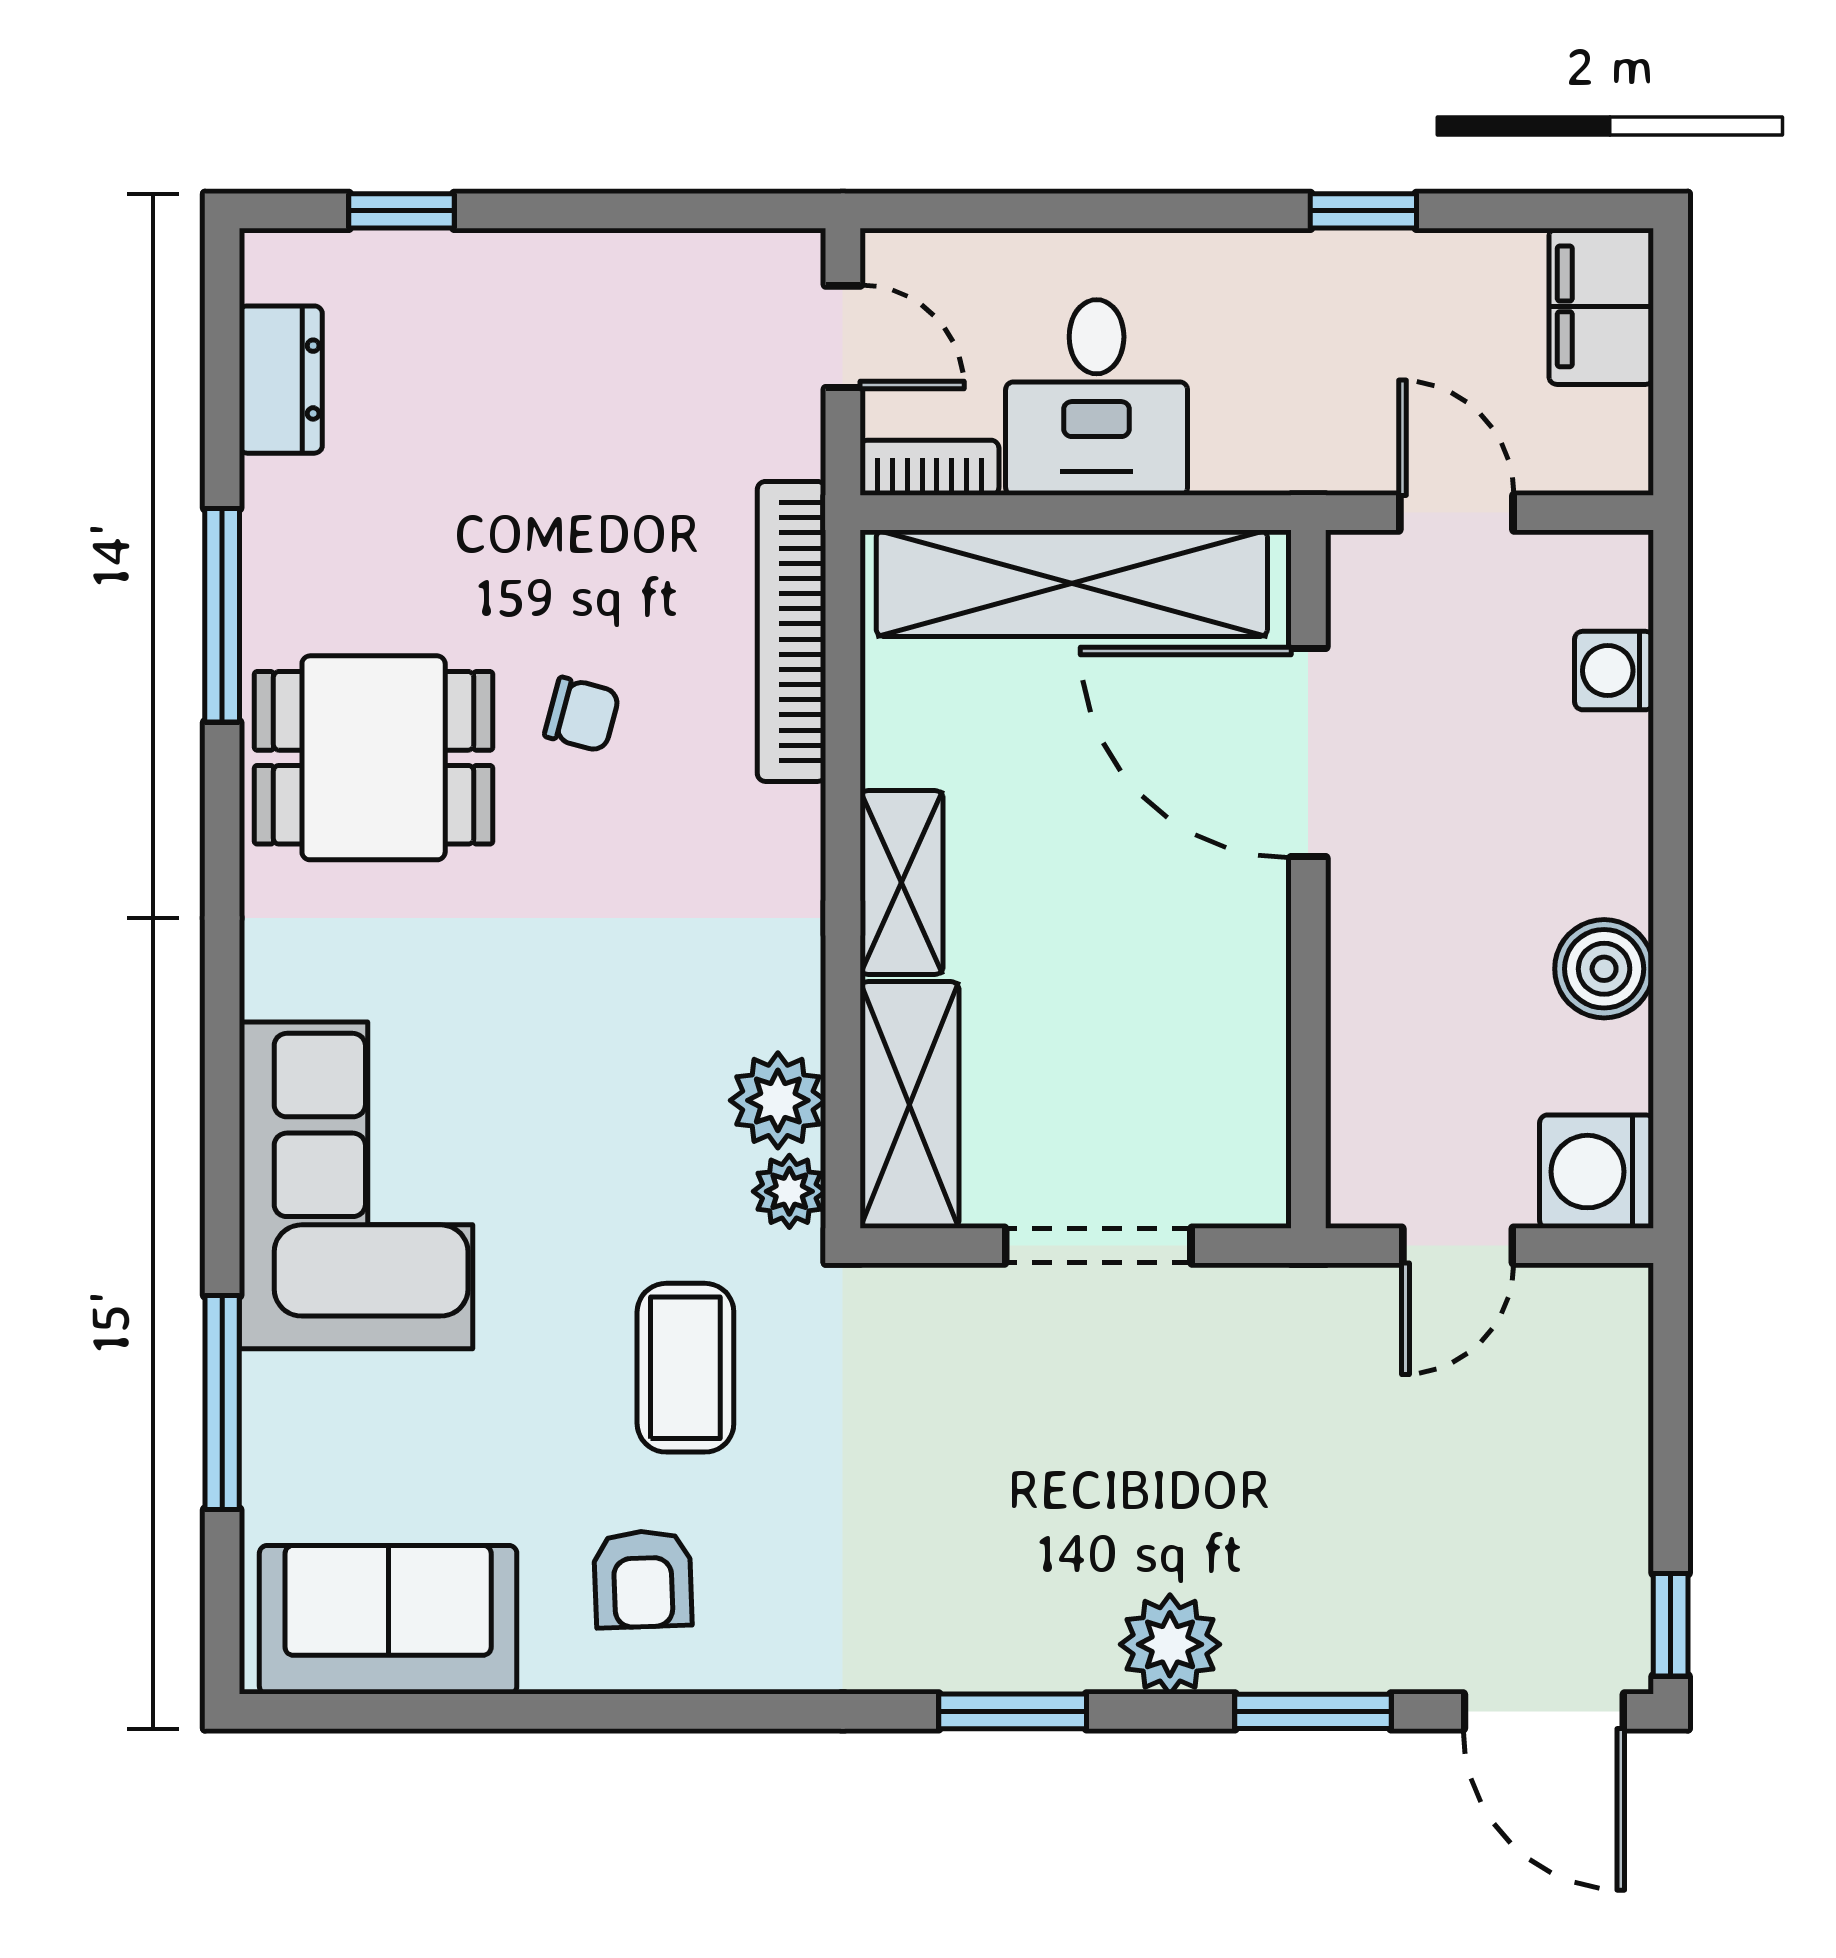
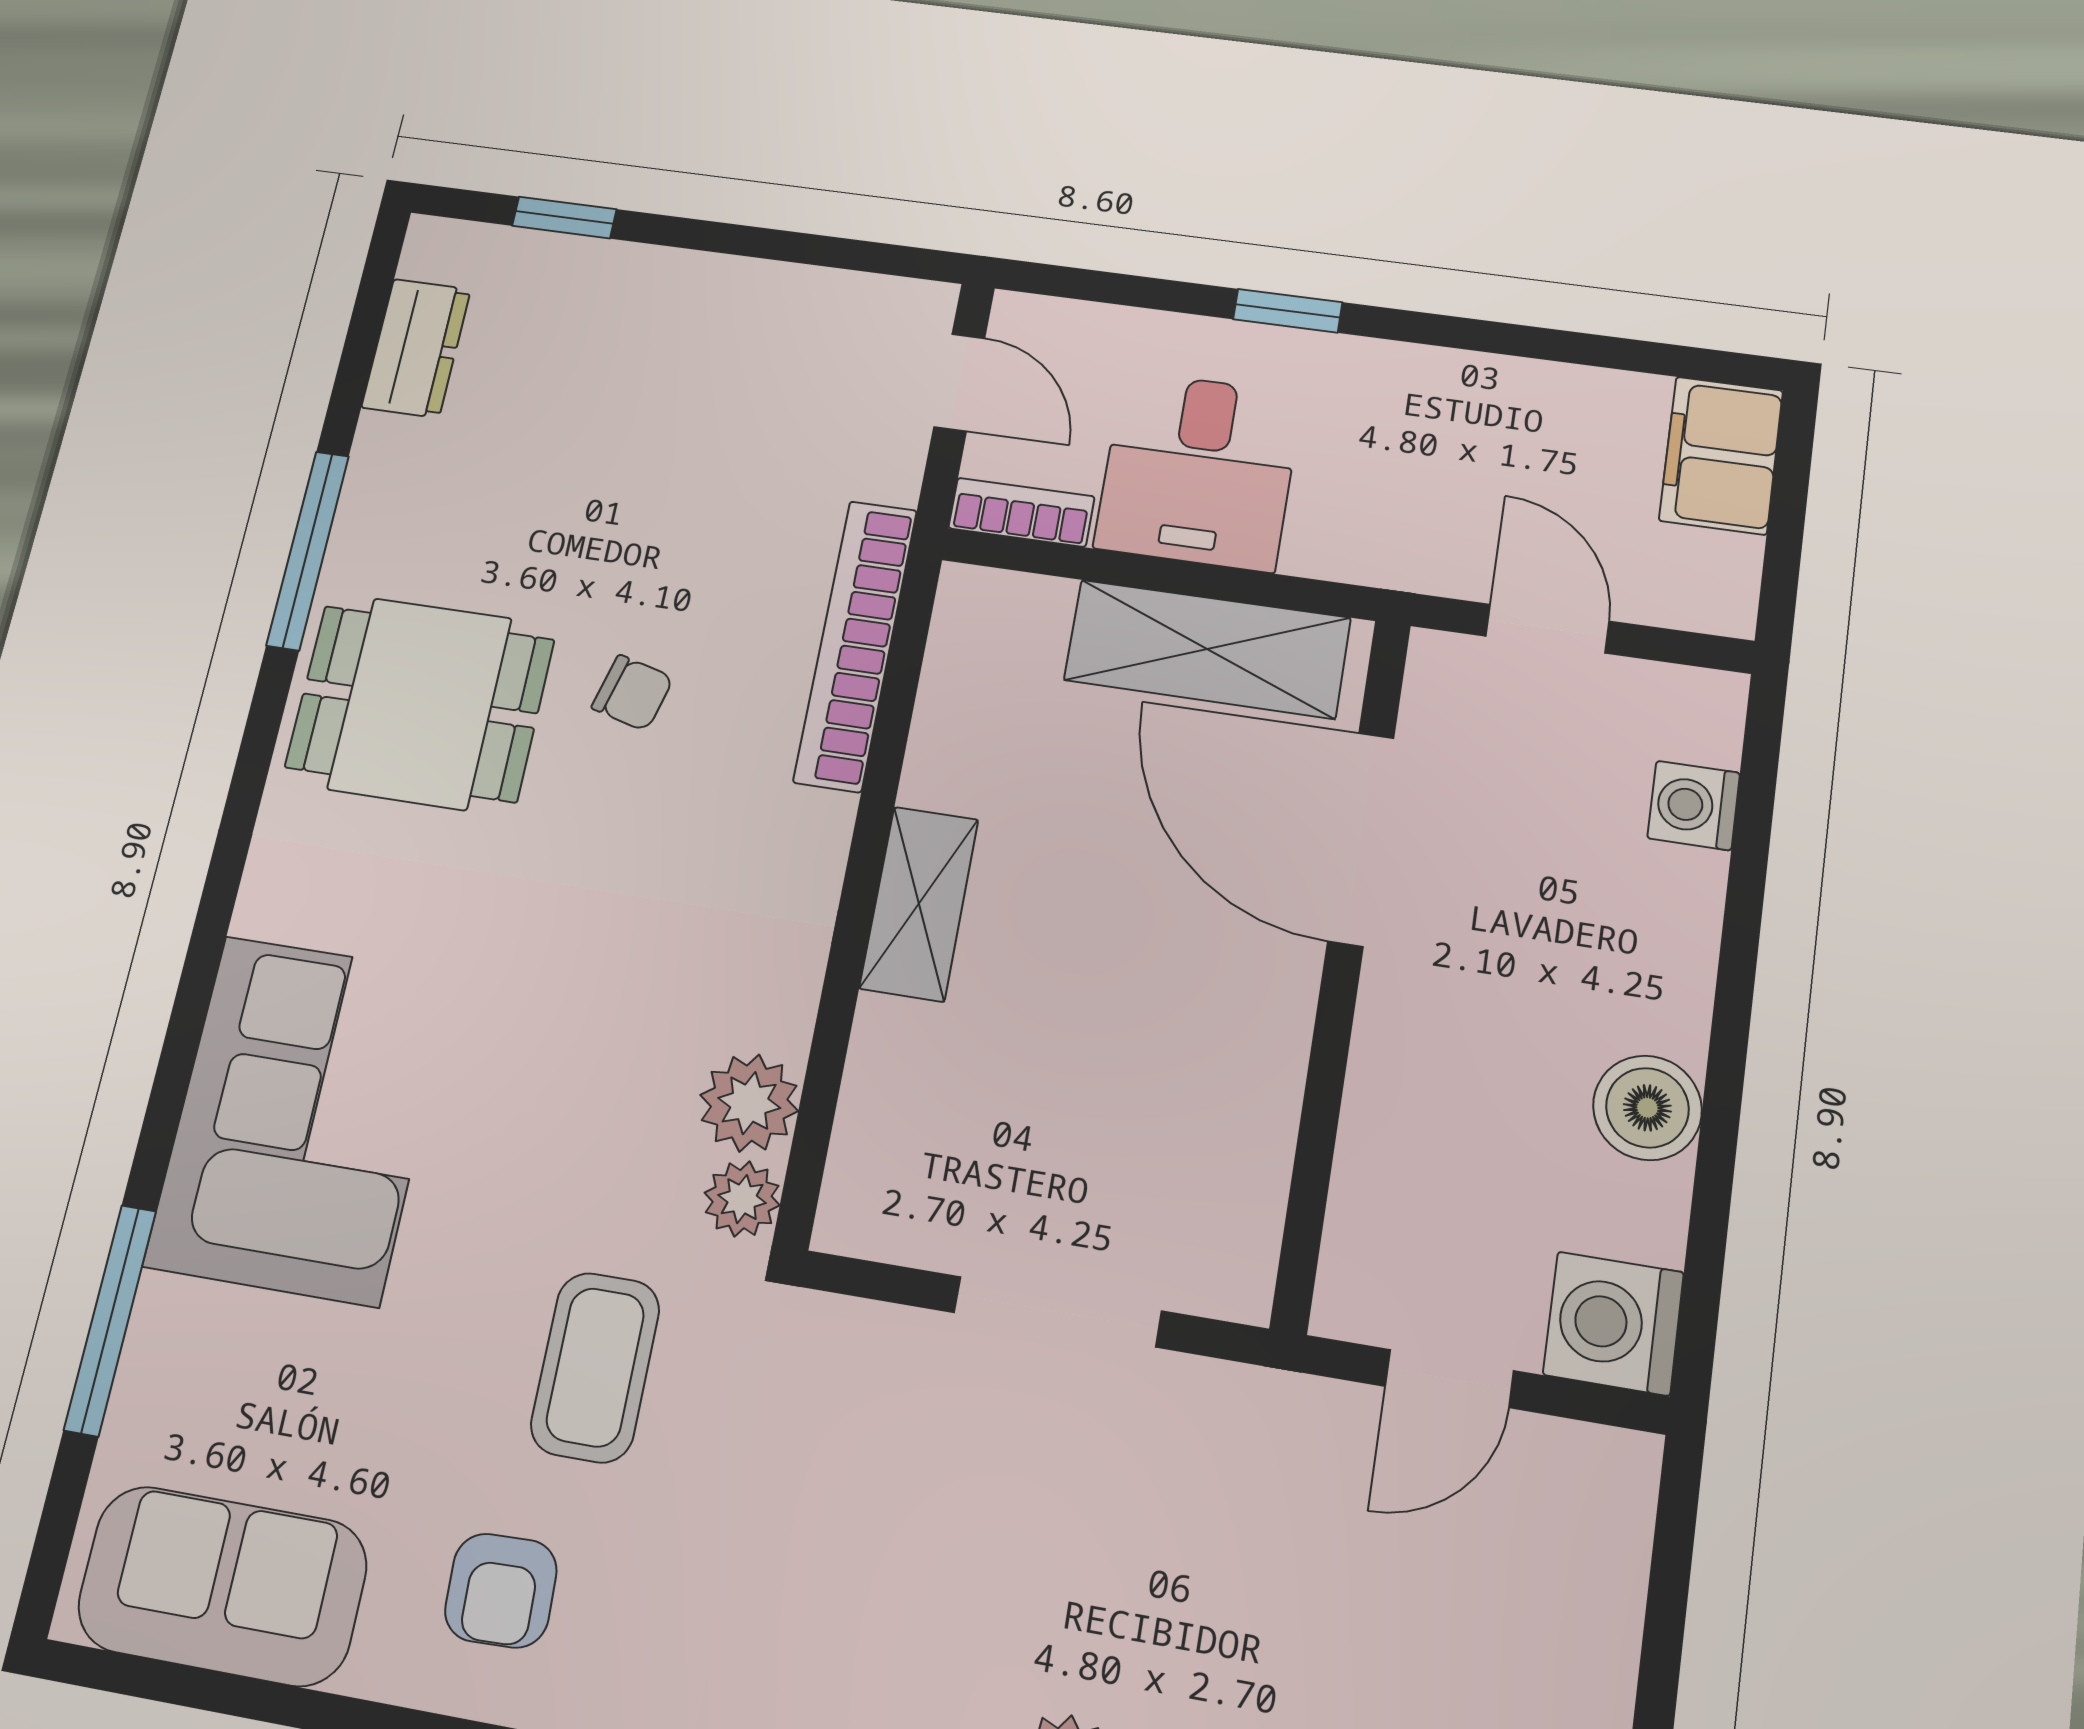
window: (1363, 211) -> (1288, 311), moved
shelving: (1072, 583) -> (1207, 649), width x0.68
shelving: (909, 1105) -> (885, 1130), removed

